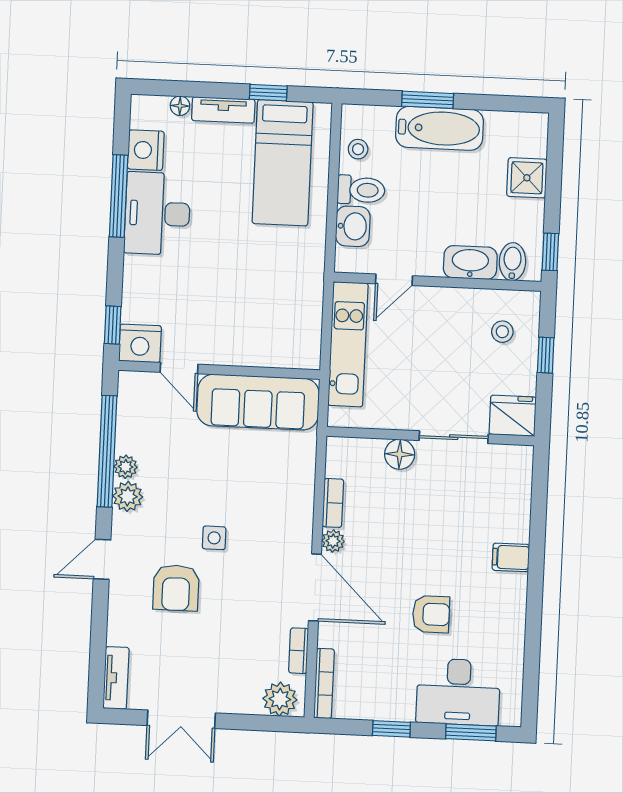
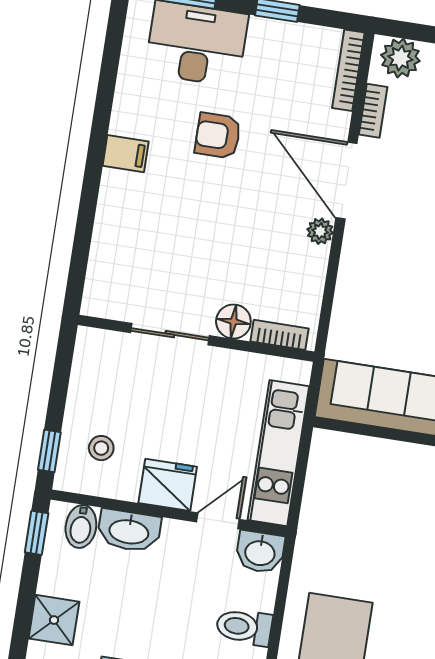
washbasin: (353, 226) -> (260, 552), moved, turned -90
window: (546, 355) -> (49, 451), moved
fridge: (513, 416) -> (168, 485), moved, turned 180
bookcase: (333, 503) -> (280, 335), moved, turned 90
filing cabinet: (511, 557) -> (126, 154), moved

